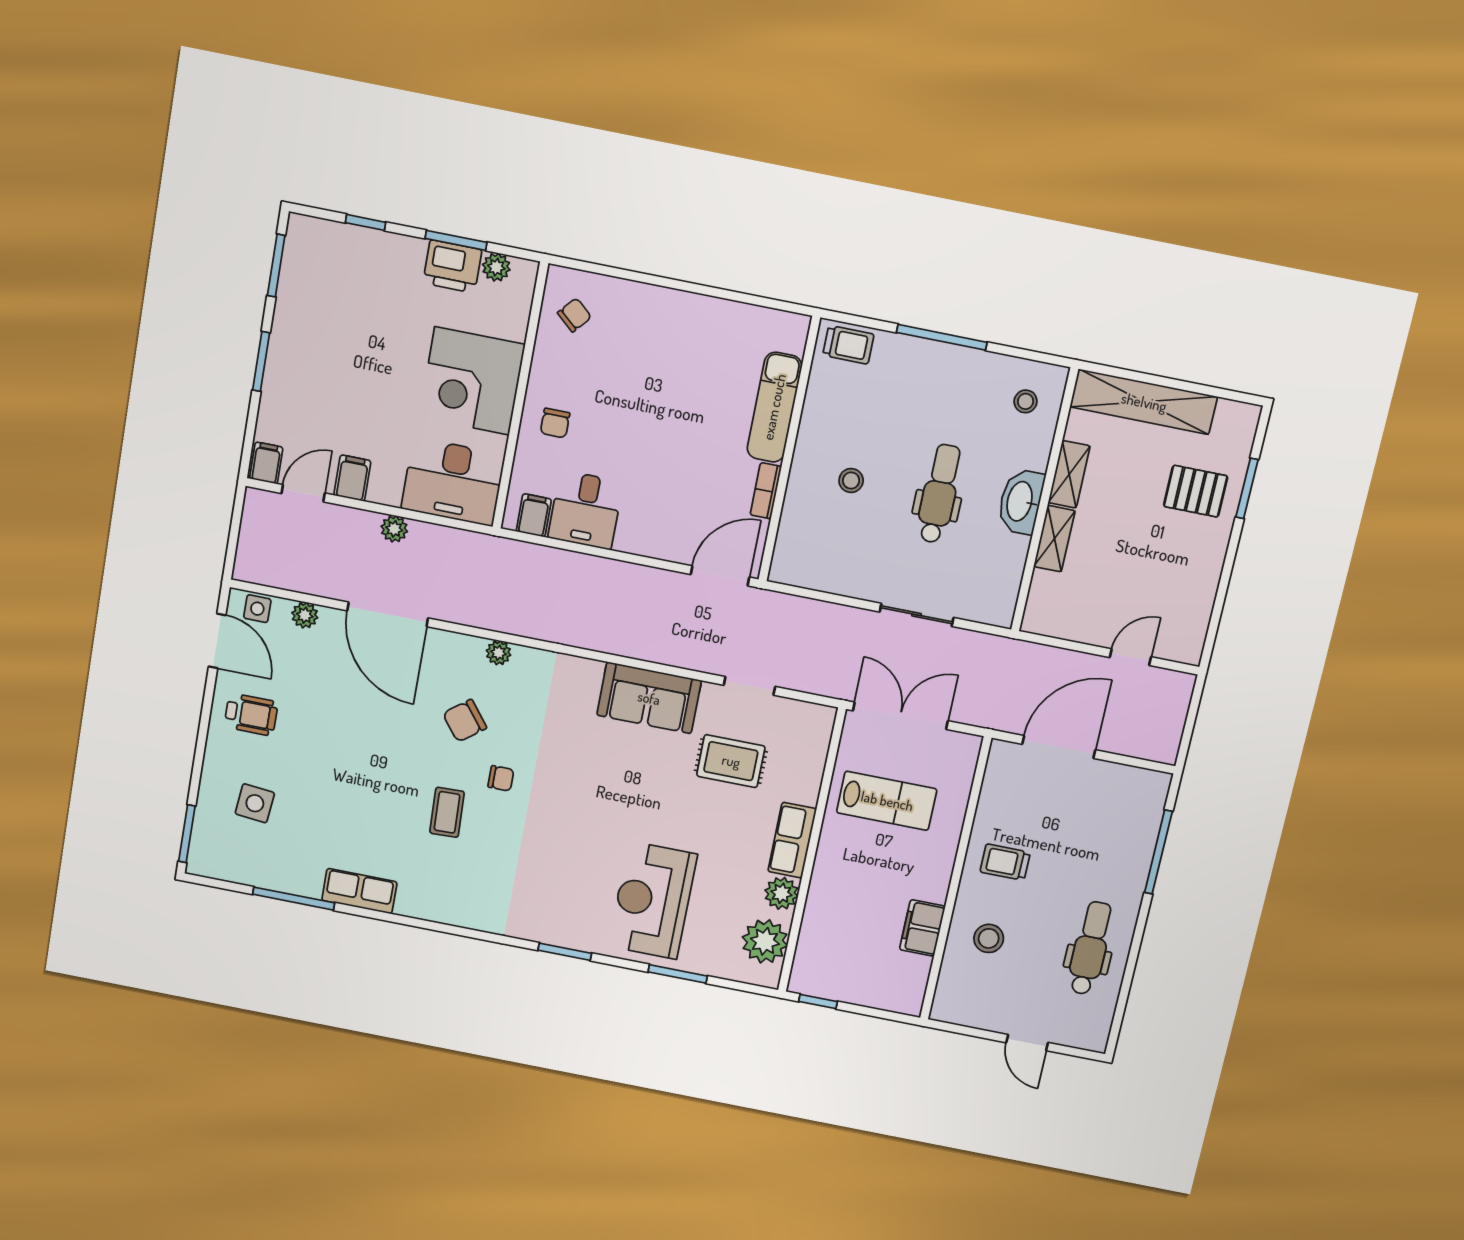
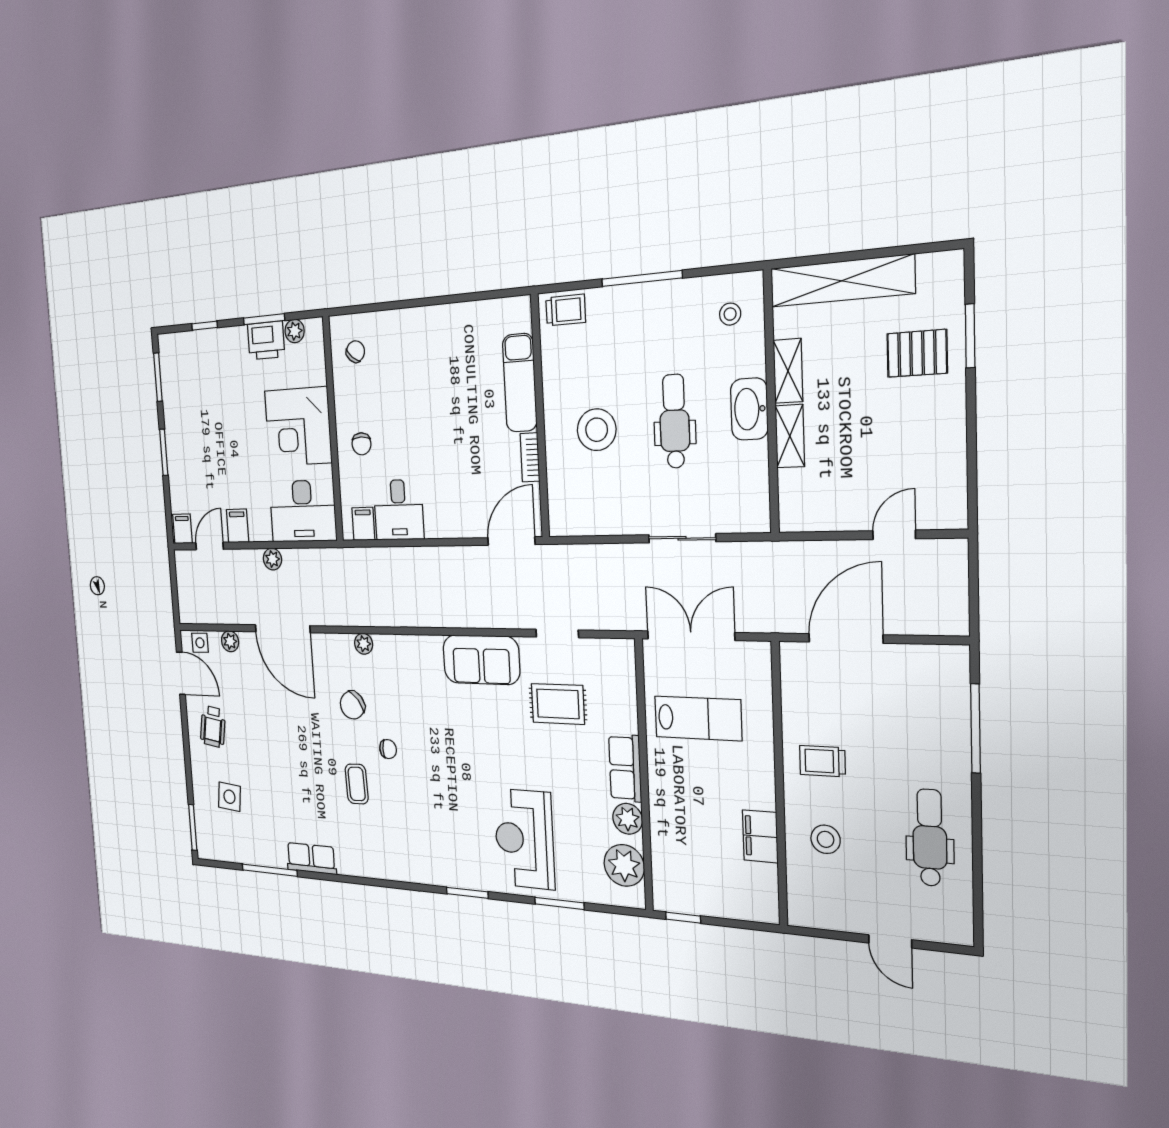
stool: (851, 481) -> (597, 430), width x1.89, depth x1.89
wheelchair: (251, 714) -> (213, 727), turned 99

